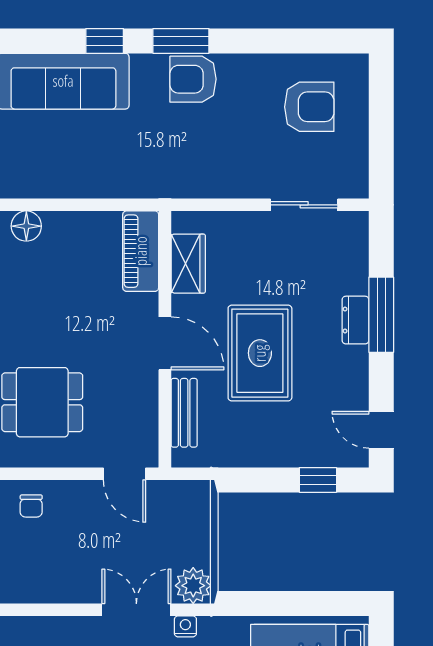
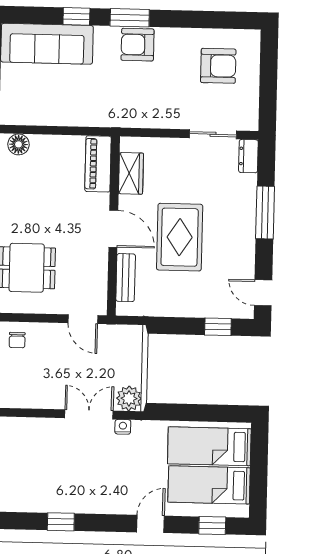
dresser: (355, 320) -> (248, 156), moved

